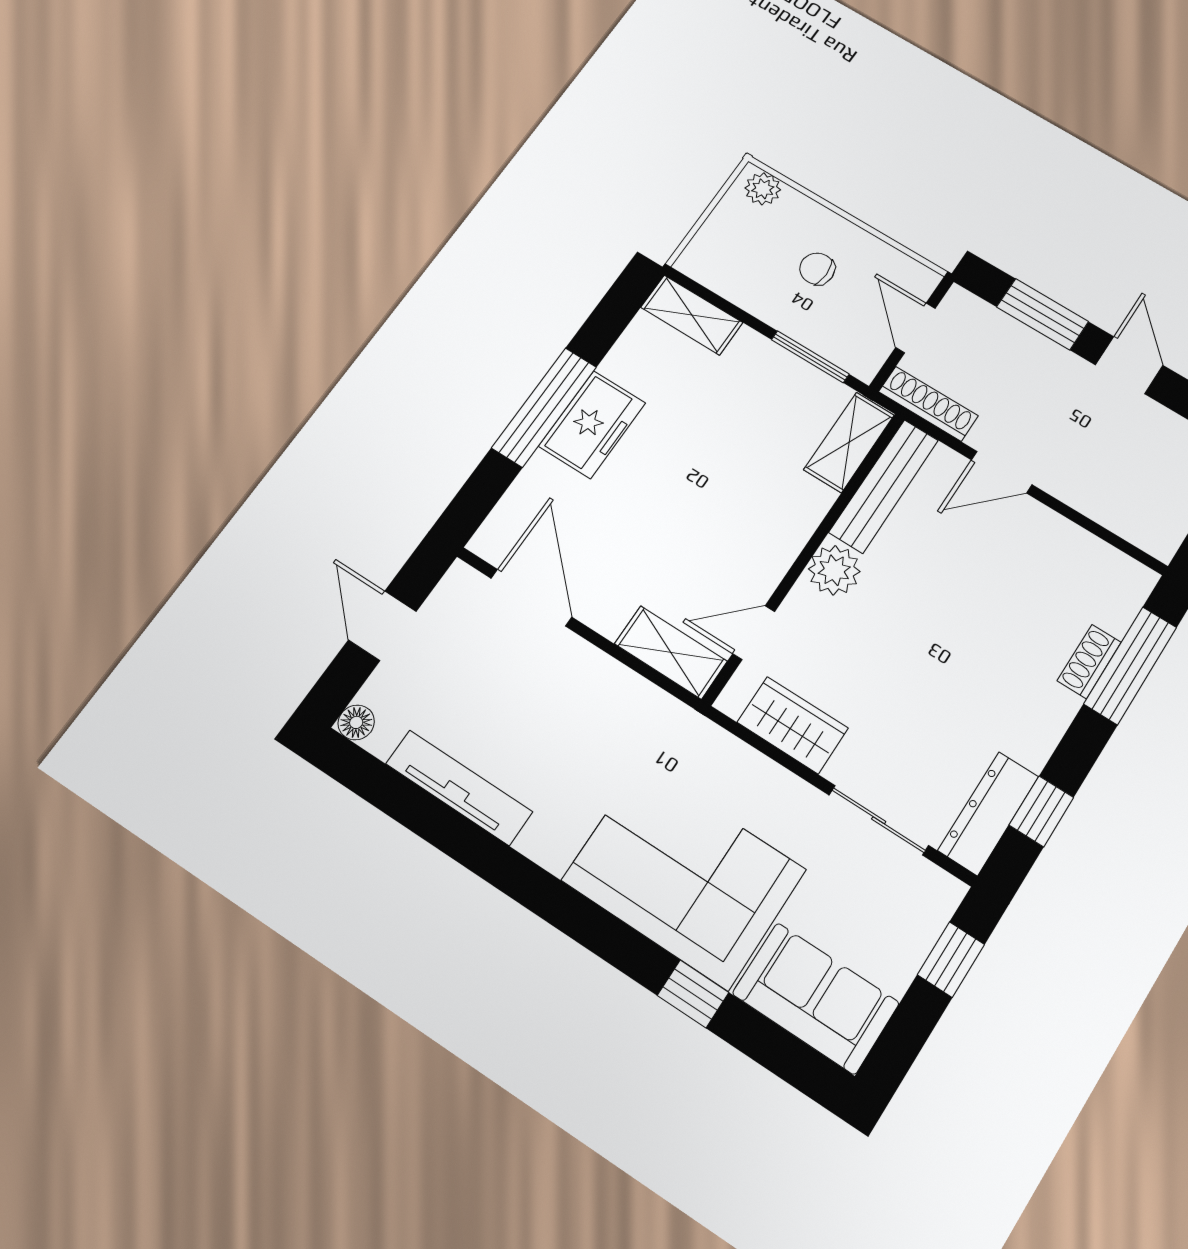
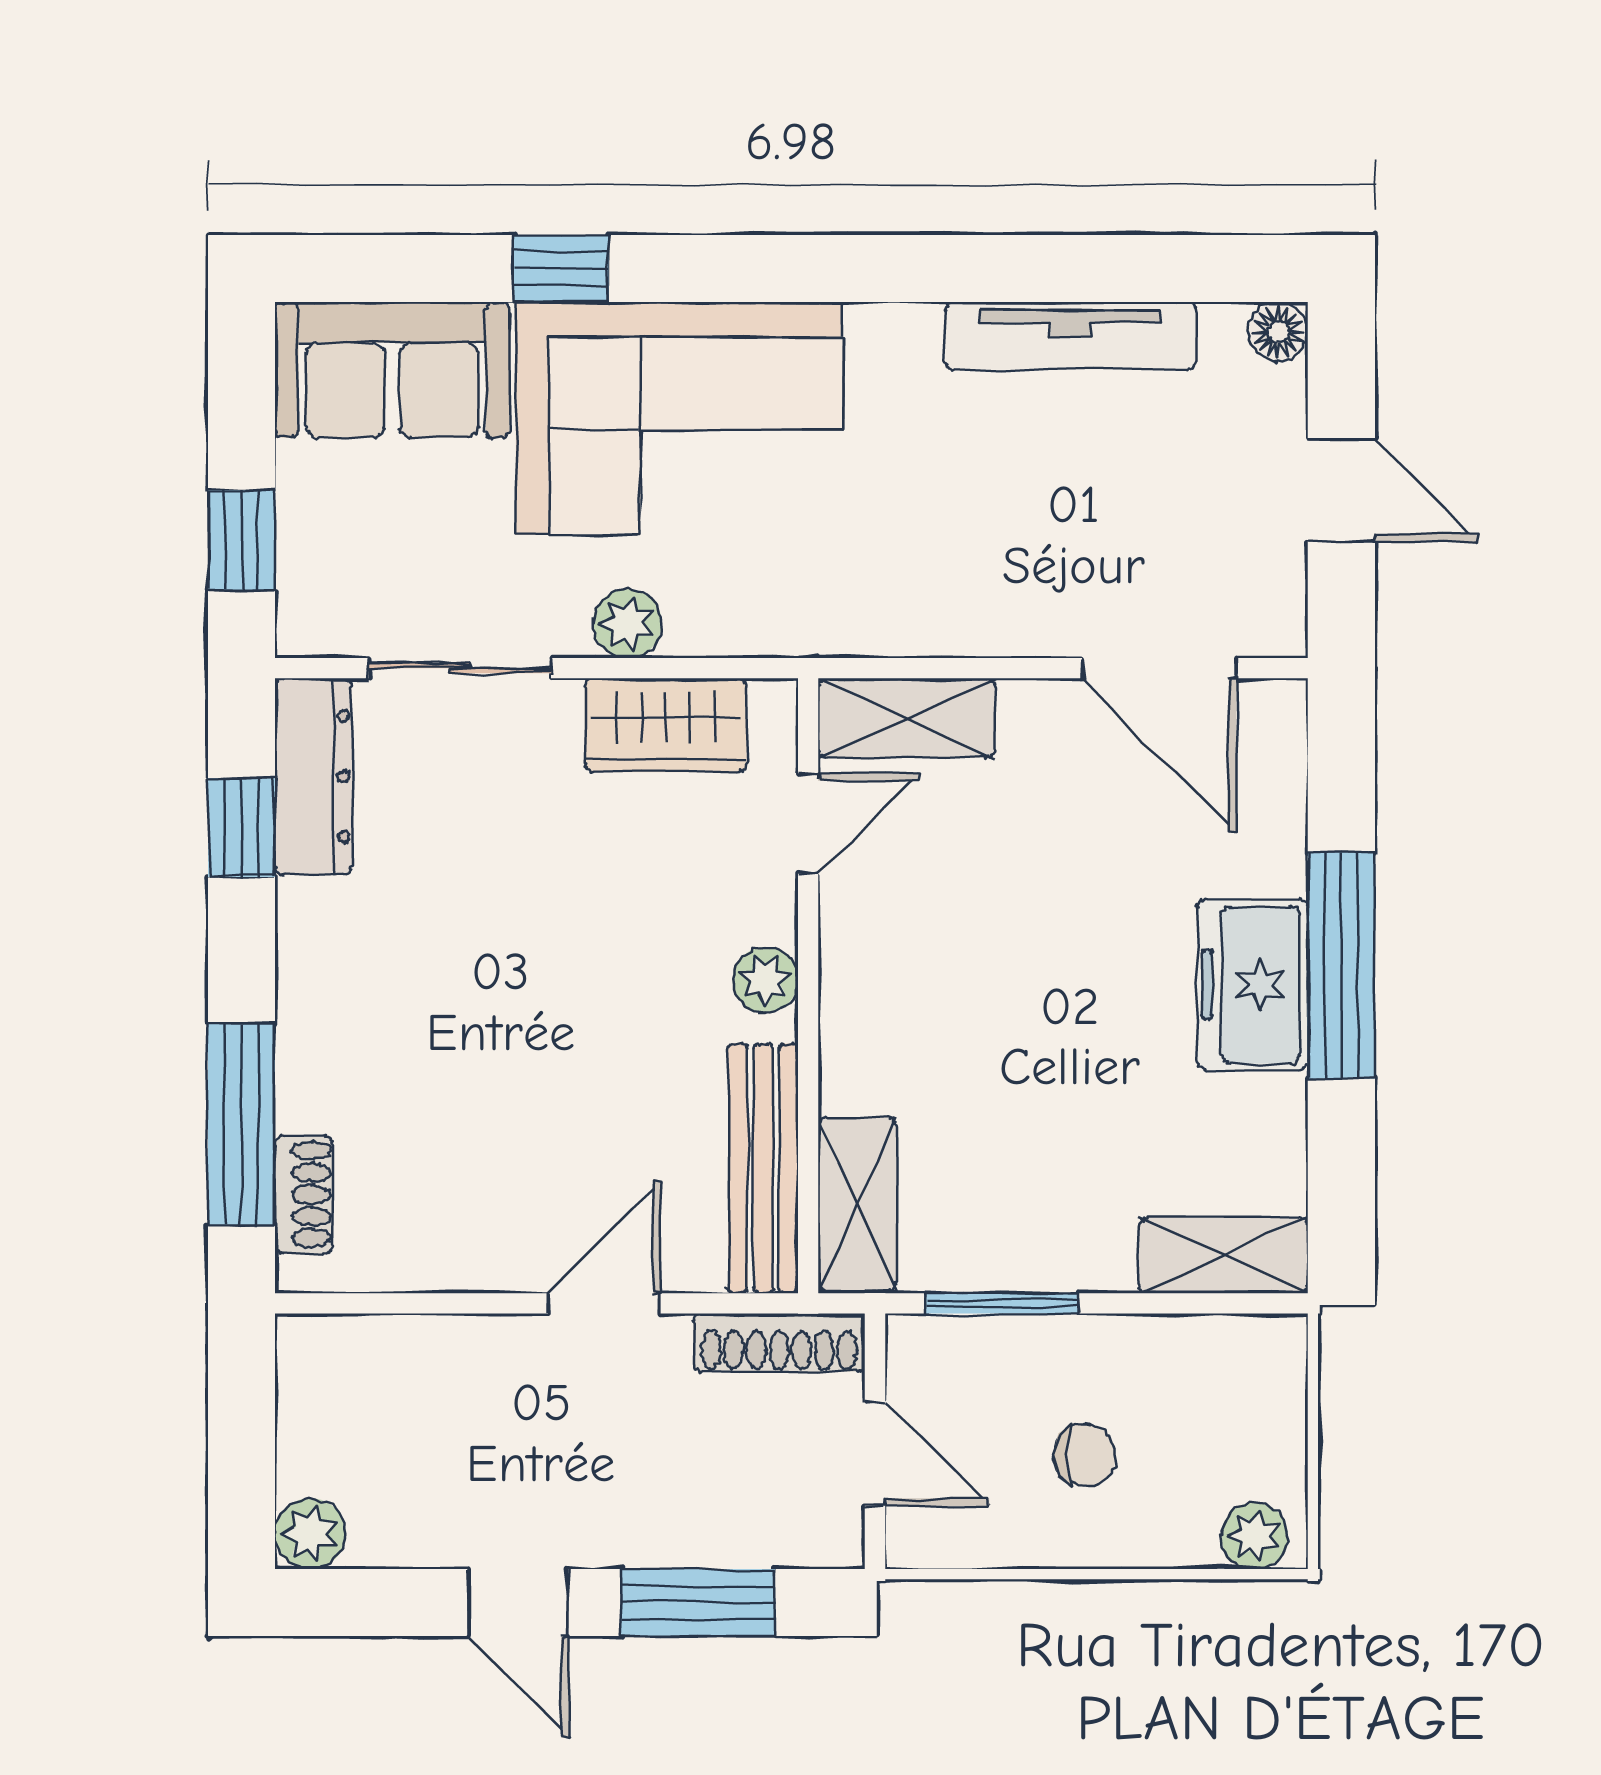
plant: (834, 570) -> (765, 980), width x0.73, depth x0.73
shoe rack: (1089, 661) -> (304, 1194), moved
plant: (779, 788) -> (627, 624), added

